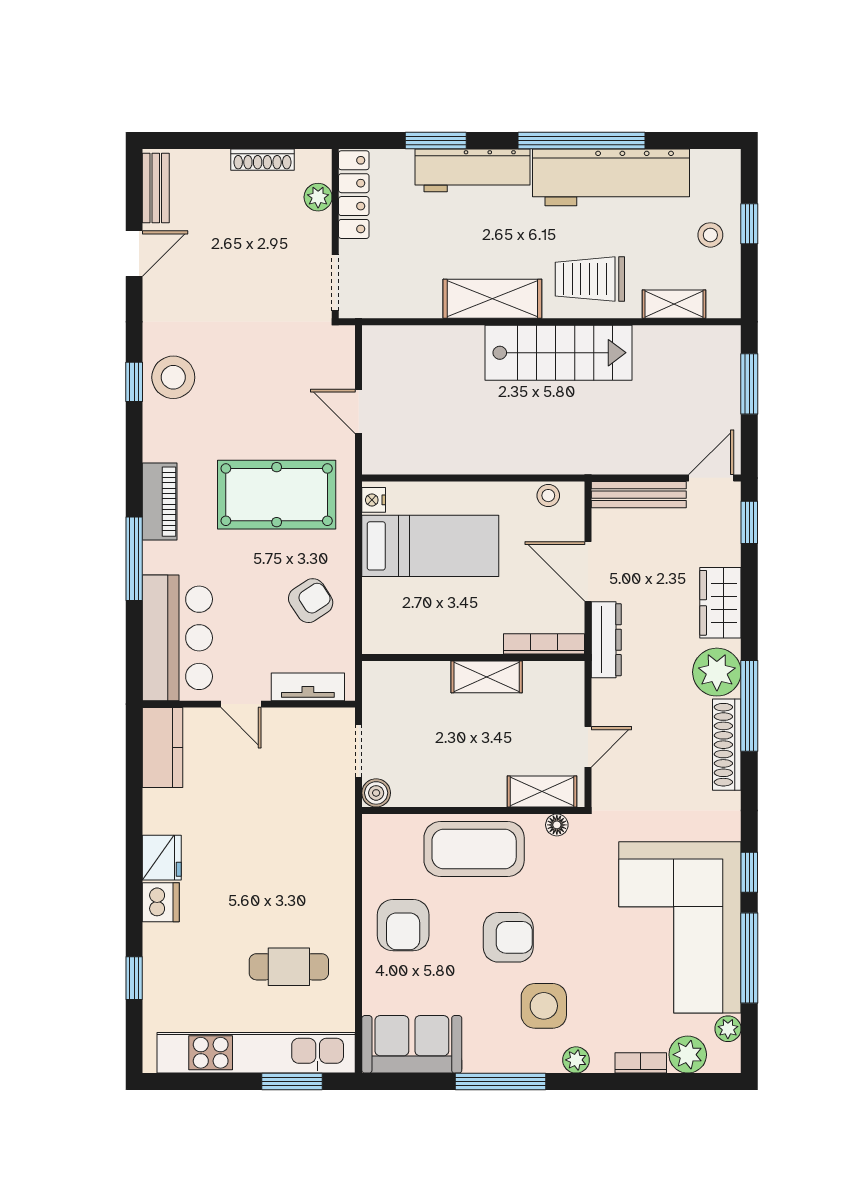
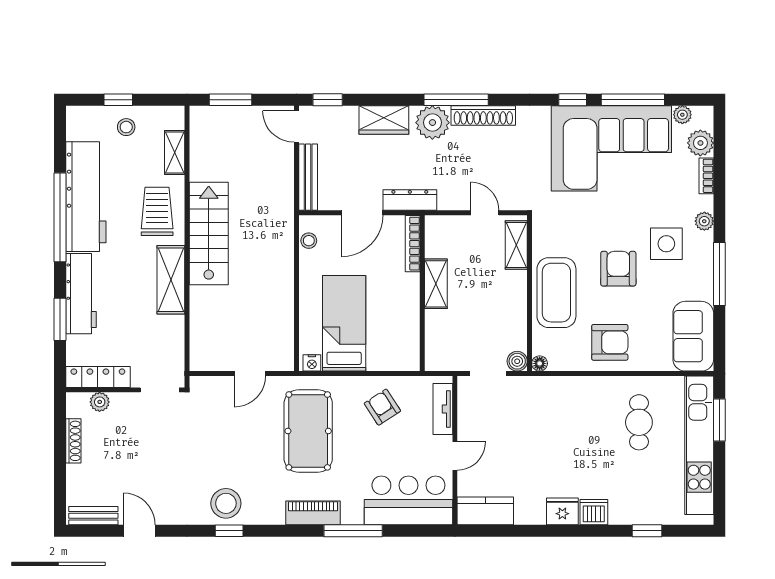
trolley: (590, 279) -> (157, 211), turned 180
floor lamp: (557, 825) -> (540, 363), moved

